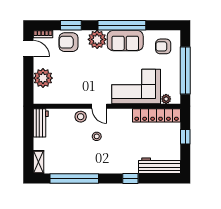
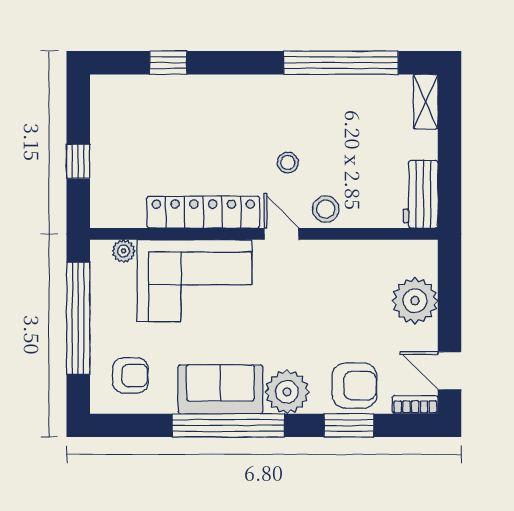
locker: (157, 115) -> (203, 212), moved
workbench: (159, 166) -> (139, 93), removed
window: (130, 179) -> (168, 63), moved

